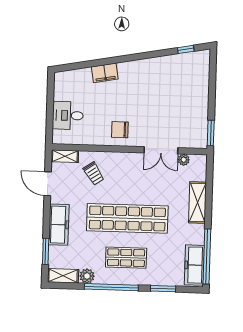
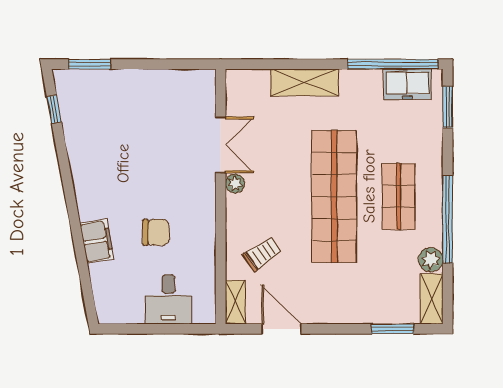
chair: (120, 130) -> (156, 232), moved, turned -90
window: (211, 133) -> (90, 64), moved
plant: (184, 160) -> (235, 184), moved
door: (48, 184) -> (281, 329), swing flipped
freezer: (59, 225) -> (348, 308), removed
freezer: (194, 265) -> (407, 84), width x0.71
window: (163, 289) -> (448, 107), moved

